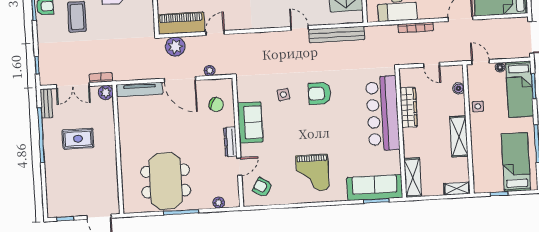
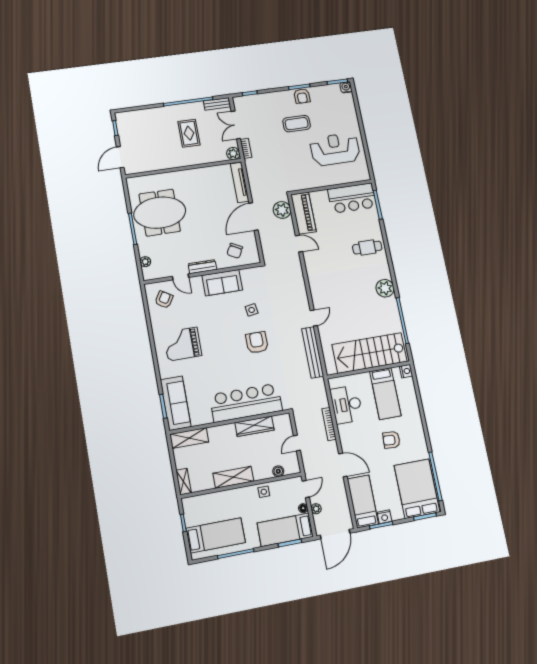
plant: (210, 71) -> (316, 509), moved

